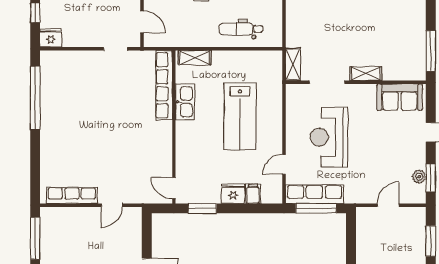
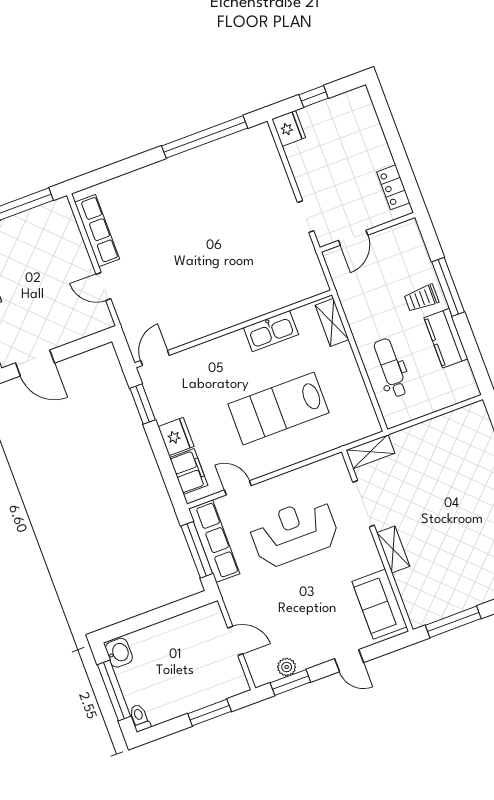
row of seats: (164, 85) -> (282, 296), removed
filing cabinet: (253, 194) -> (189, 471), width x2.00

